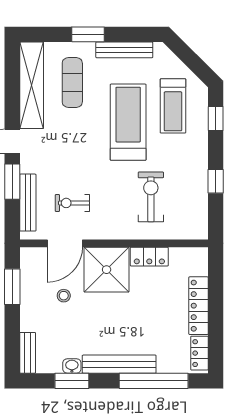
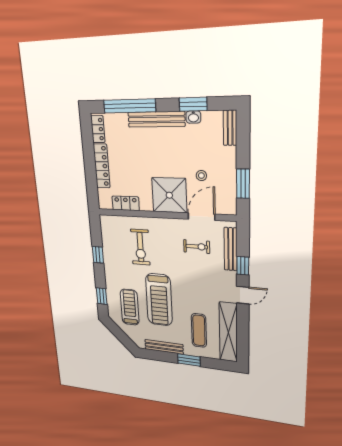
window: (12, 182) -> (243, 266), width x0.67
locker: (149, 257) -> (126, 203), moved

